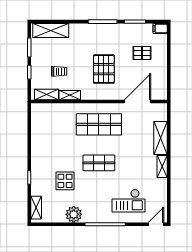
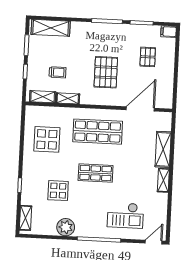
pallet: (142, 53) -> (148, 57), turned 90
display table: (52, 134) -> (47, 139), added

